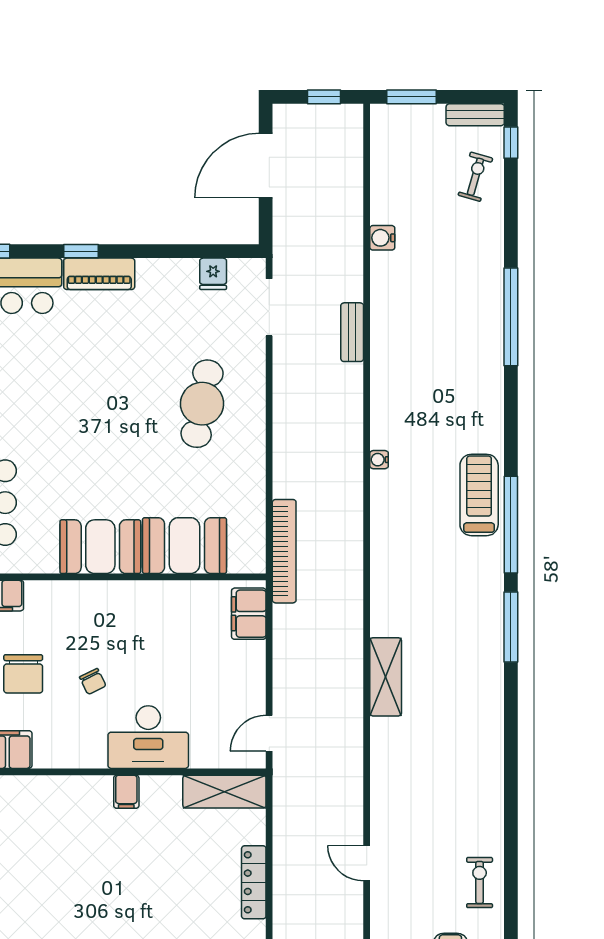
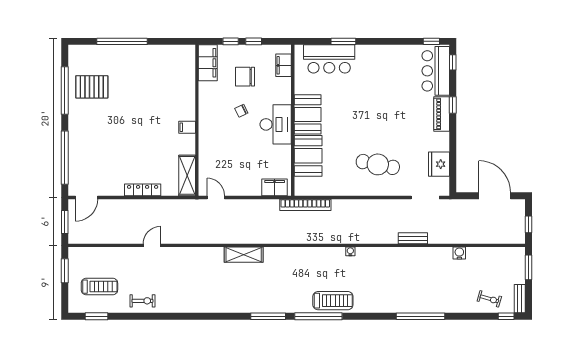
fridge: (213, 274) -> (439, 164), width x1.88, depth x1.34
desk: (148, 737) -> (276, 124), moved, turned 180

